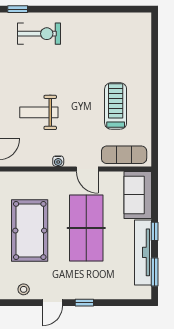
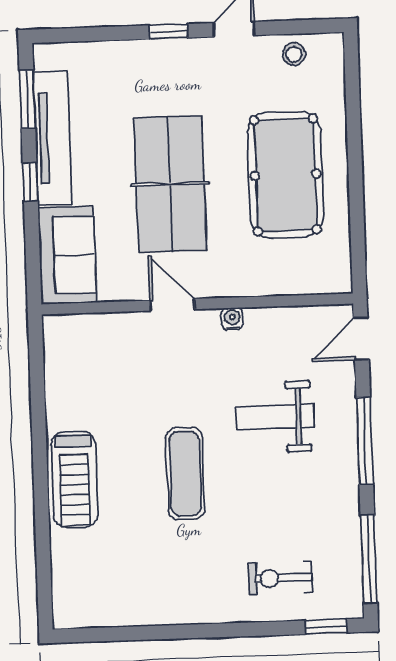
exercise bike: (39, 34) -> (281, 578), width x0.73, depth x0.72
treadmill: (116, 106) -> (74, 479), moved
weight bench: (39, 112) -> (275, 417), turned 180
exercise mat: (124, 155) -> (185, 474), moved, turned 90

